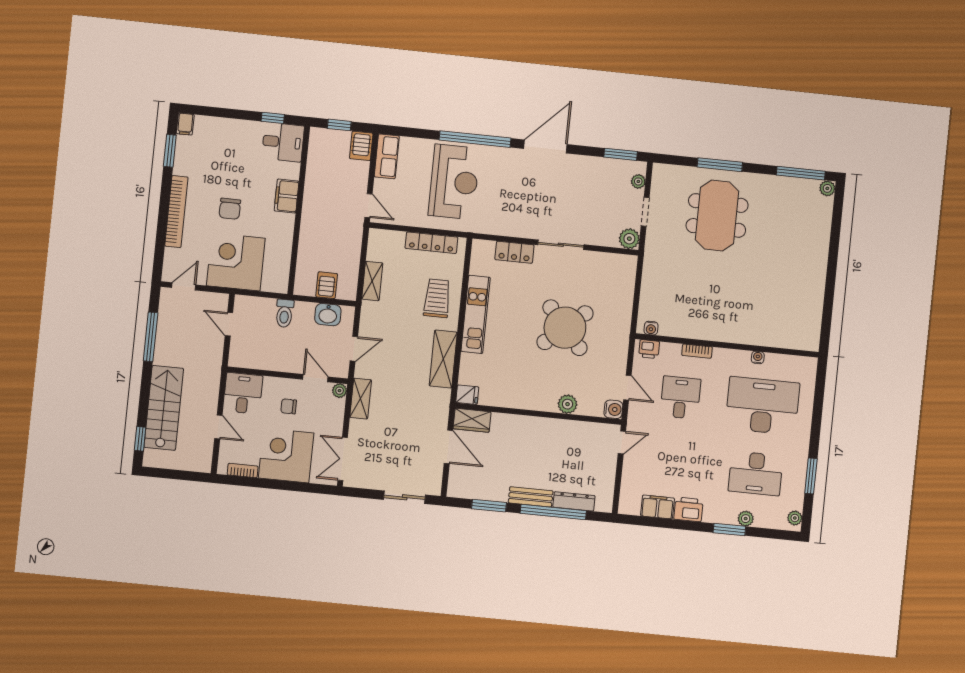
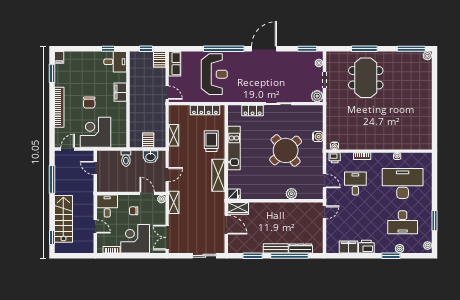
water cooler: (613, 409) -> (318, 137), moved

